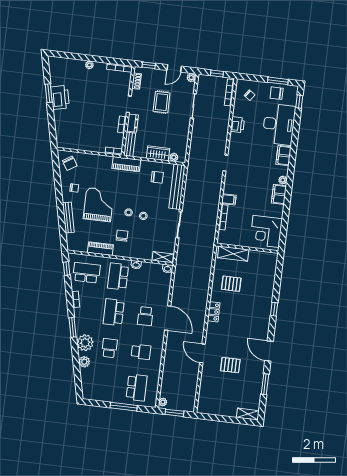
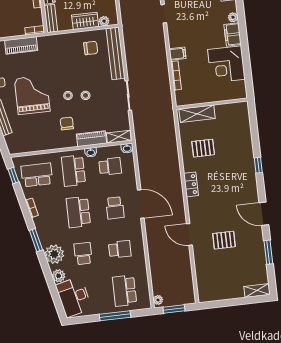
piano: (126, 164) -> (21, 45), moved
corner desk: (266, 231) -> (226, 64), moved
piano: (100, 249) -> (91, 139), moved
school desk: (150, 280) -> (110, 166), added
desk: (93, 383) -> (74, 297), added
school desk: (137, 387) -> (125, 291), turned 180

